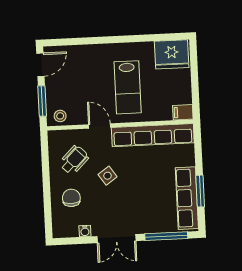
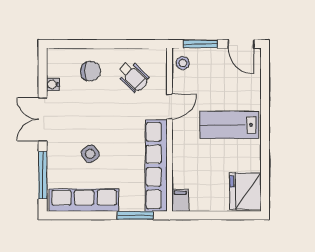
lab bench: (128, 87) -> (229, 125), moved
side table: (108, 176) -> (90, 154), moved
window: (200, 191) -> (135, 215), moved

